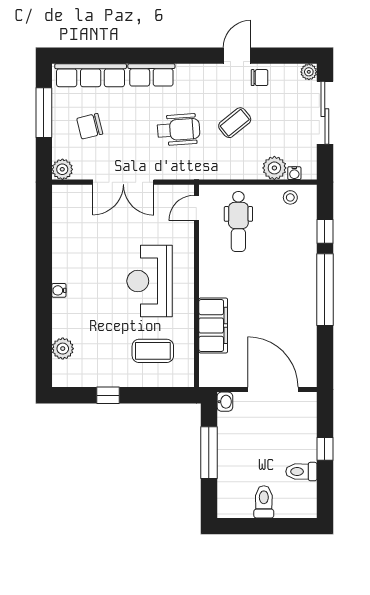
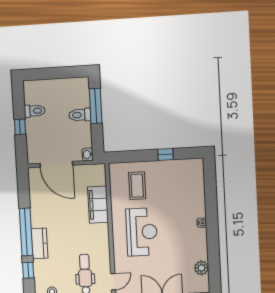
kitchen counter: (305, 271) -> (39, 243), added
plant: (63, 349) -> (201, 268), moved
coffee table: (153, 351) -> (137, 186), turned 90
window: (209, 453) -> (96, 106), moved
toilet: (264, 502) -> (80, 115), moved, turned 90

